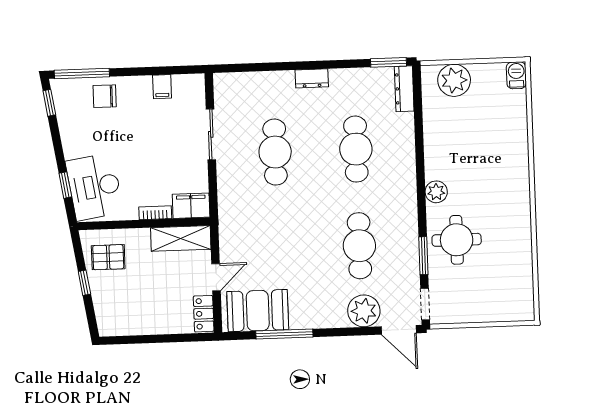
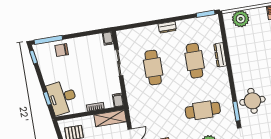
filing cabinet: (162, 87) -> (108, 38), moved
dresser: (404, 89) -> (220, 55), moved
plant: (436, 192) -> (239, 77), removed
filing cabinet: (191, 206) -> (118, 100), width x0.50
cafe table: (359, 246) -> (203, 110), turned 90

